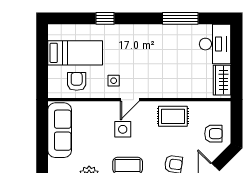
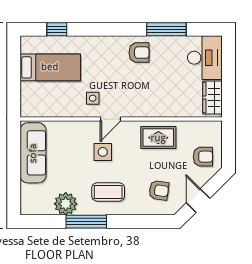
window: (105, 18) -> (57, 29), moved
armchair: (77, 81) -> (139, 53), moved, turned 90

